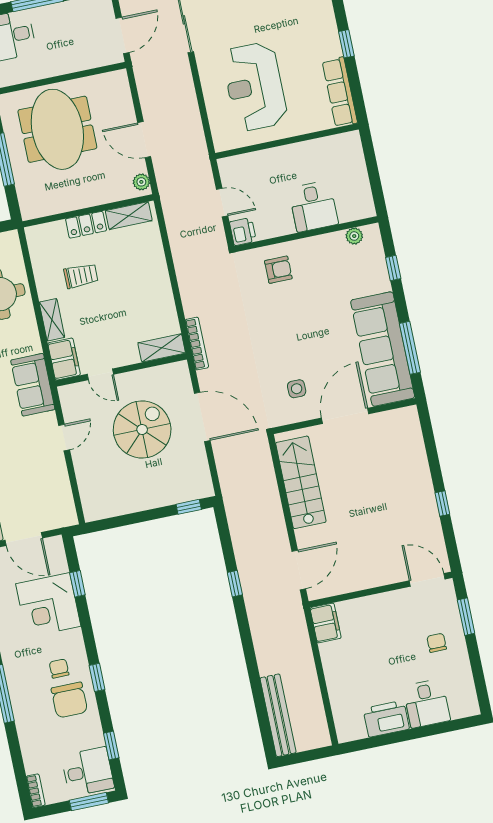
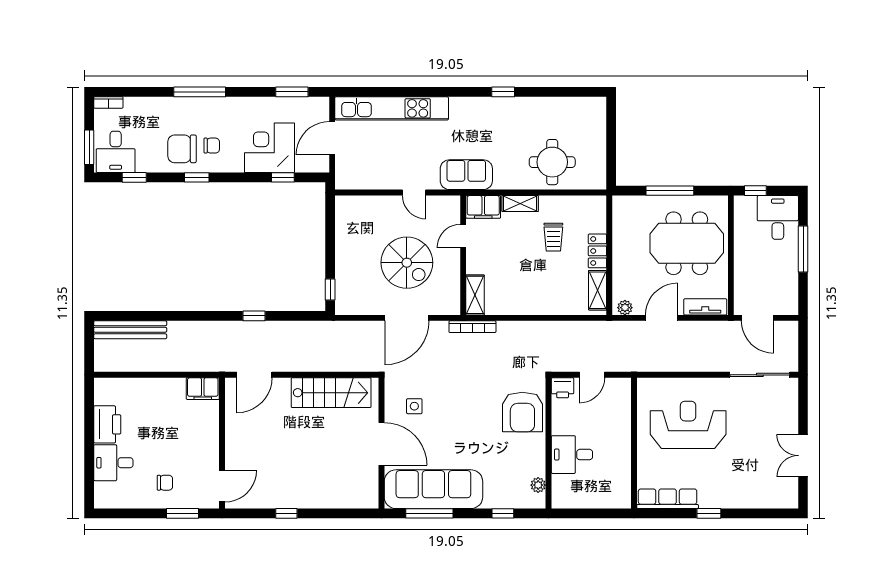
tv unit: (122, 95) -> (705, 307), added
armchair: (278, 270) -> (522, 412), width x1.88, depth x1.88
door: (299, 570) -> (254, 375), hinge flipped

